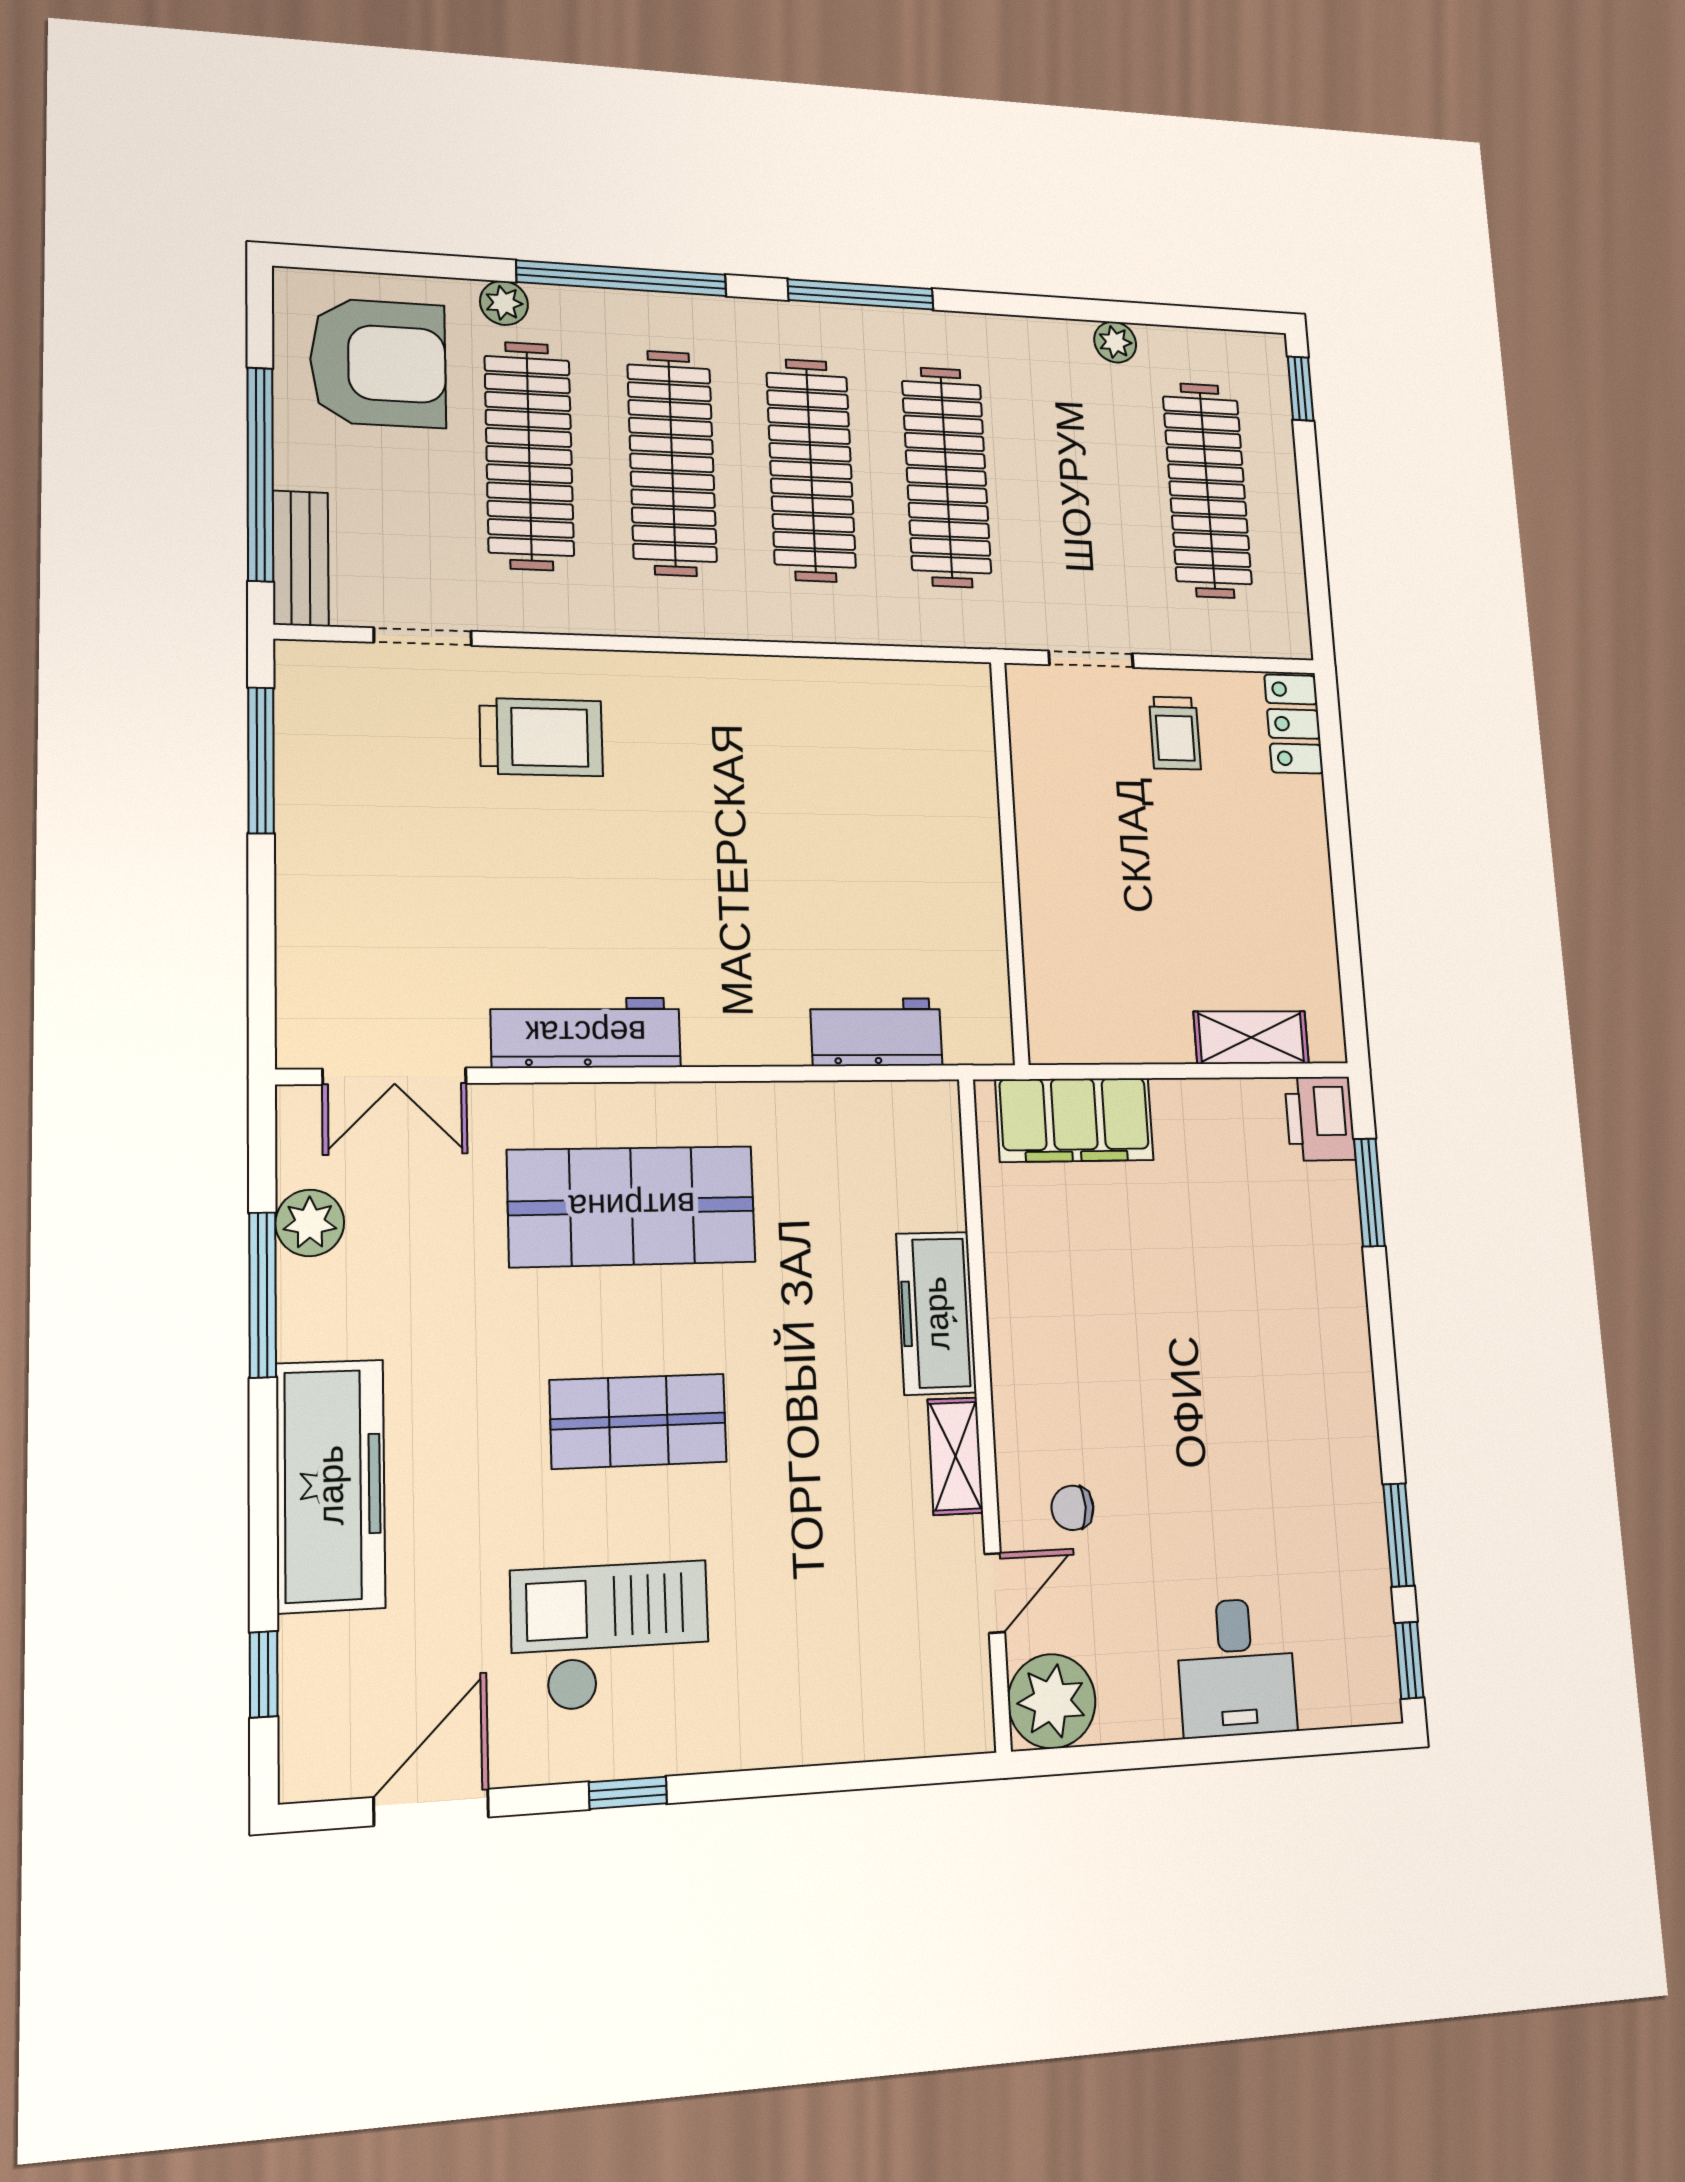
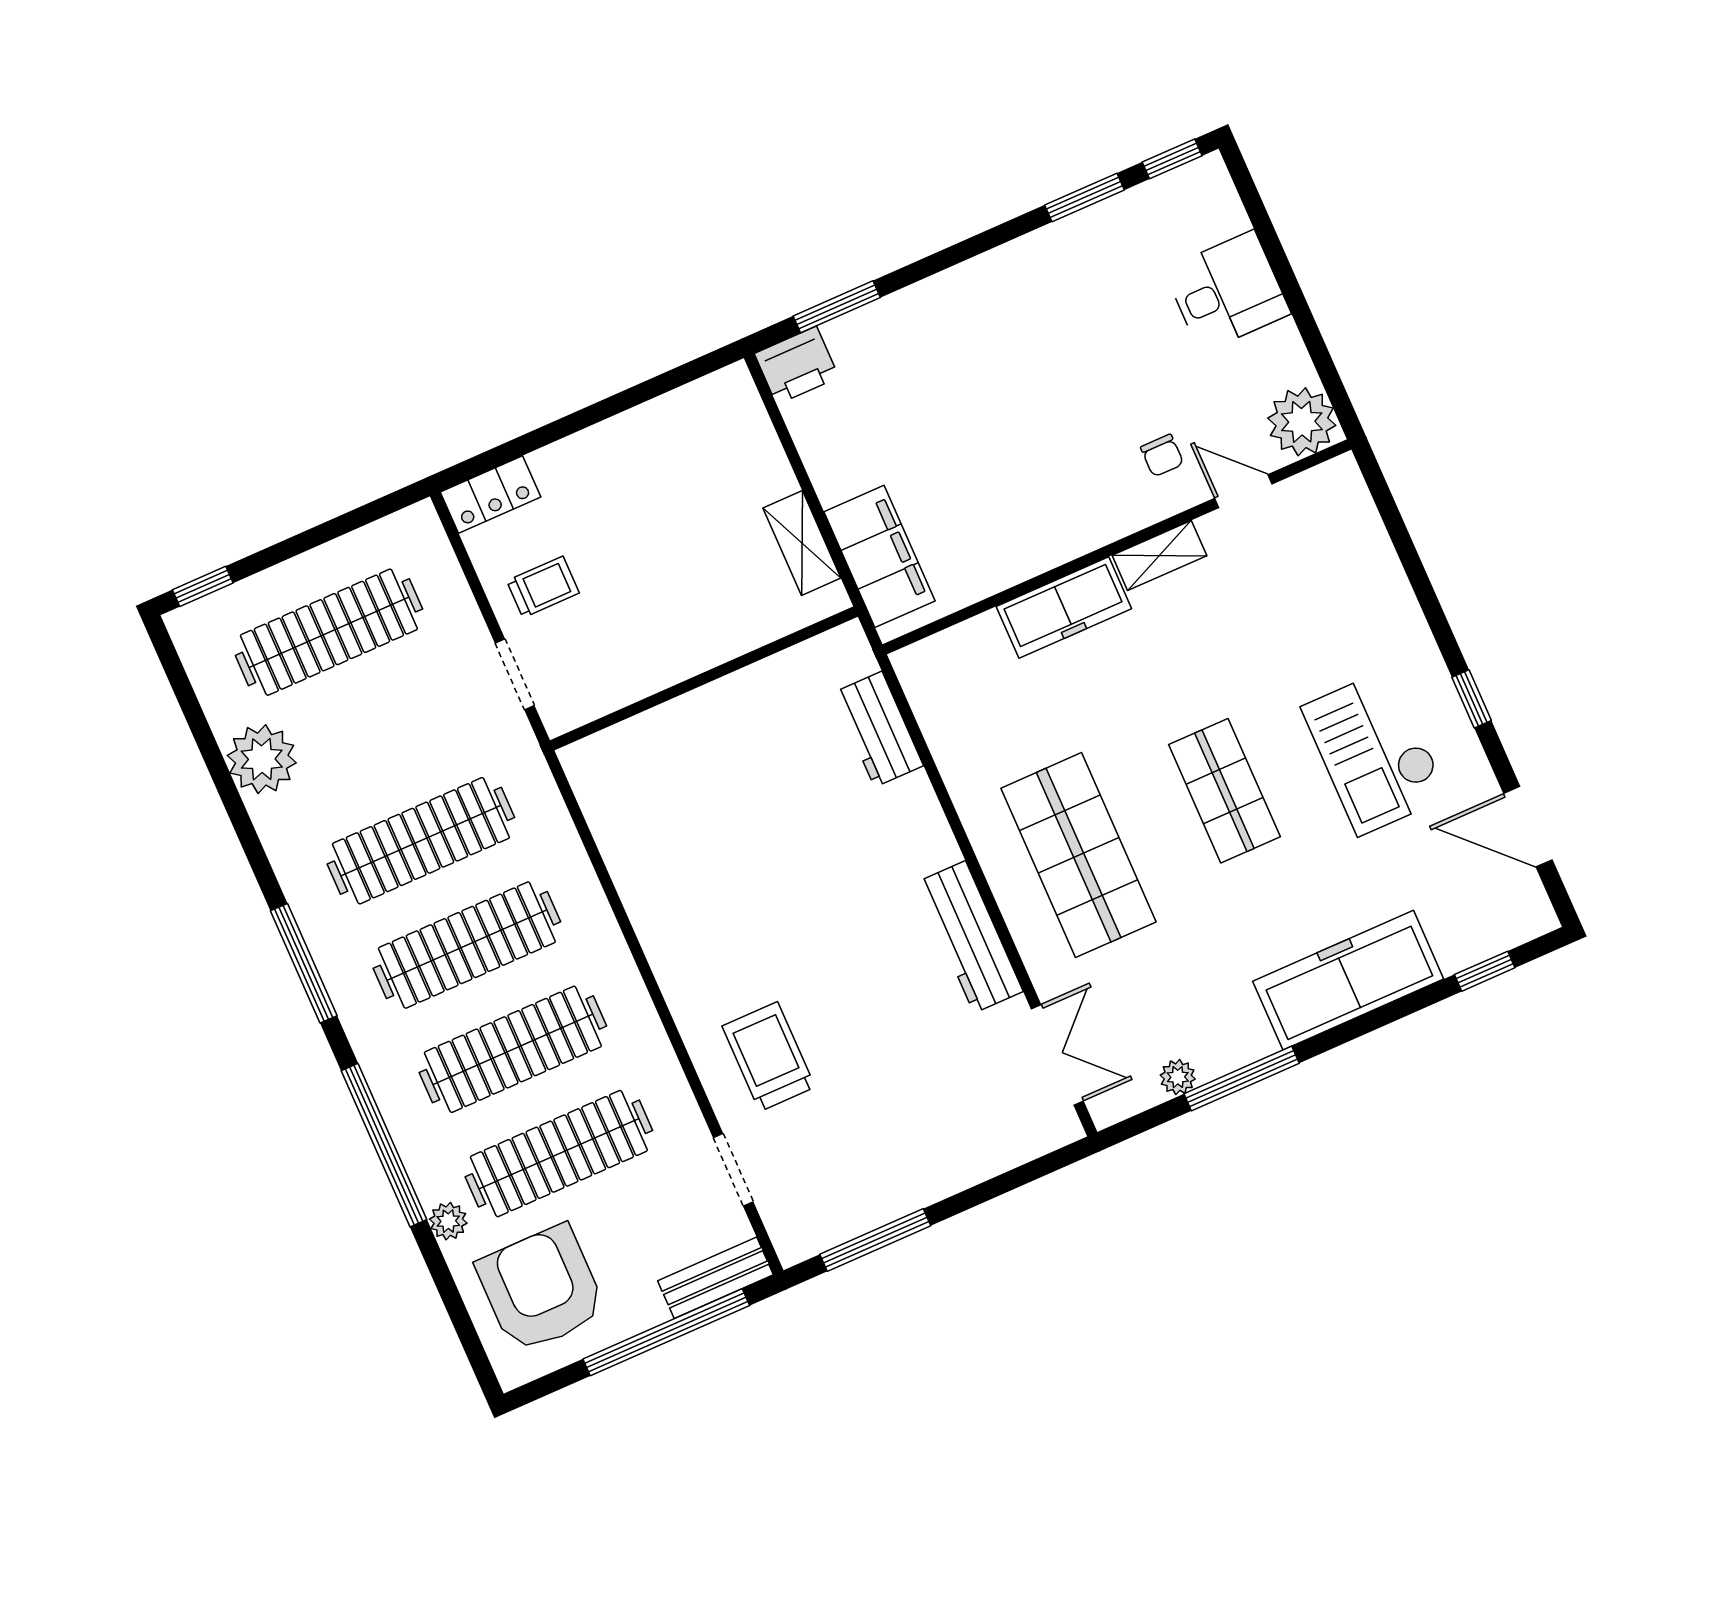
plant: (1115, 342) -> (262, 759), width x1.88, depth x1.88
shelving: (1251, 1037) -> (802, 543), moved
plant: (310, 1223) -> (1178, 1077), width x0.73, depth x0.73

